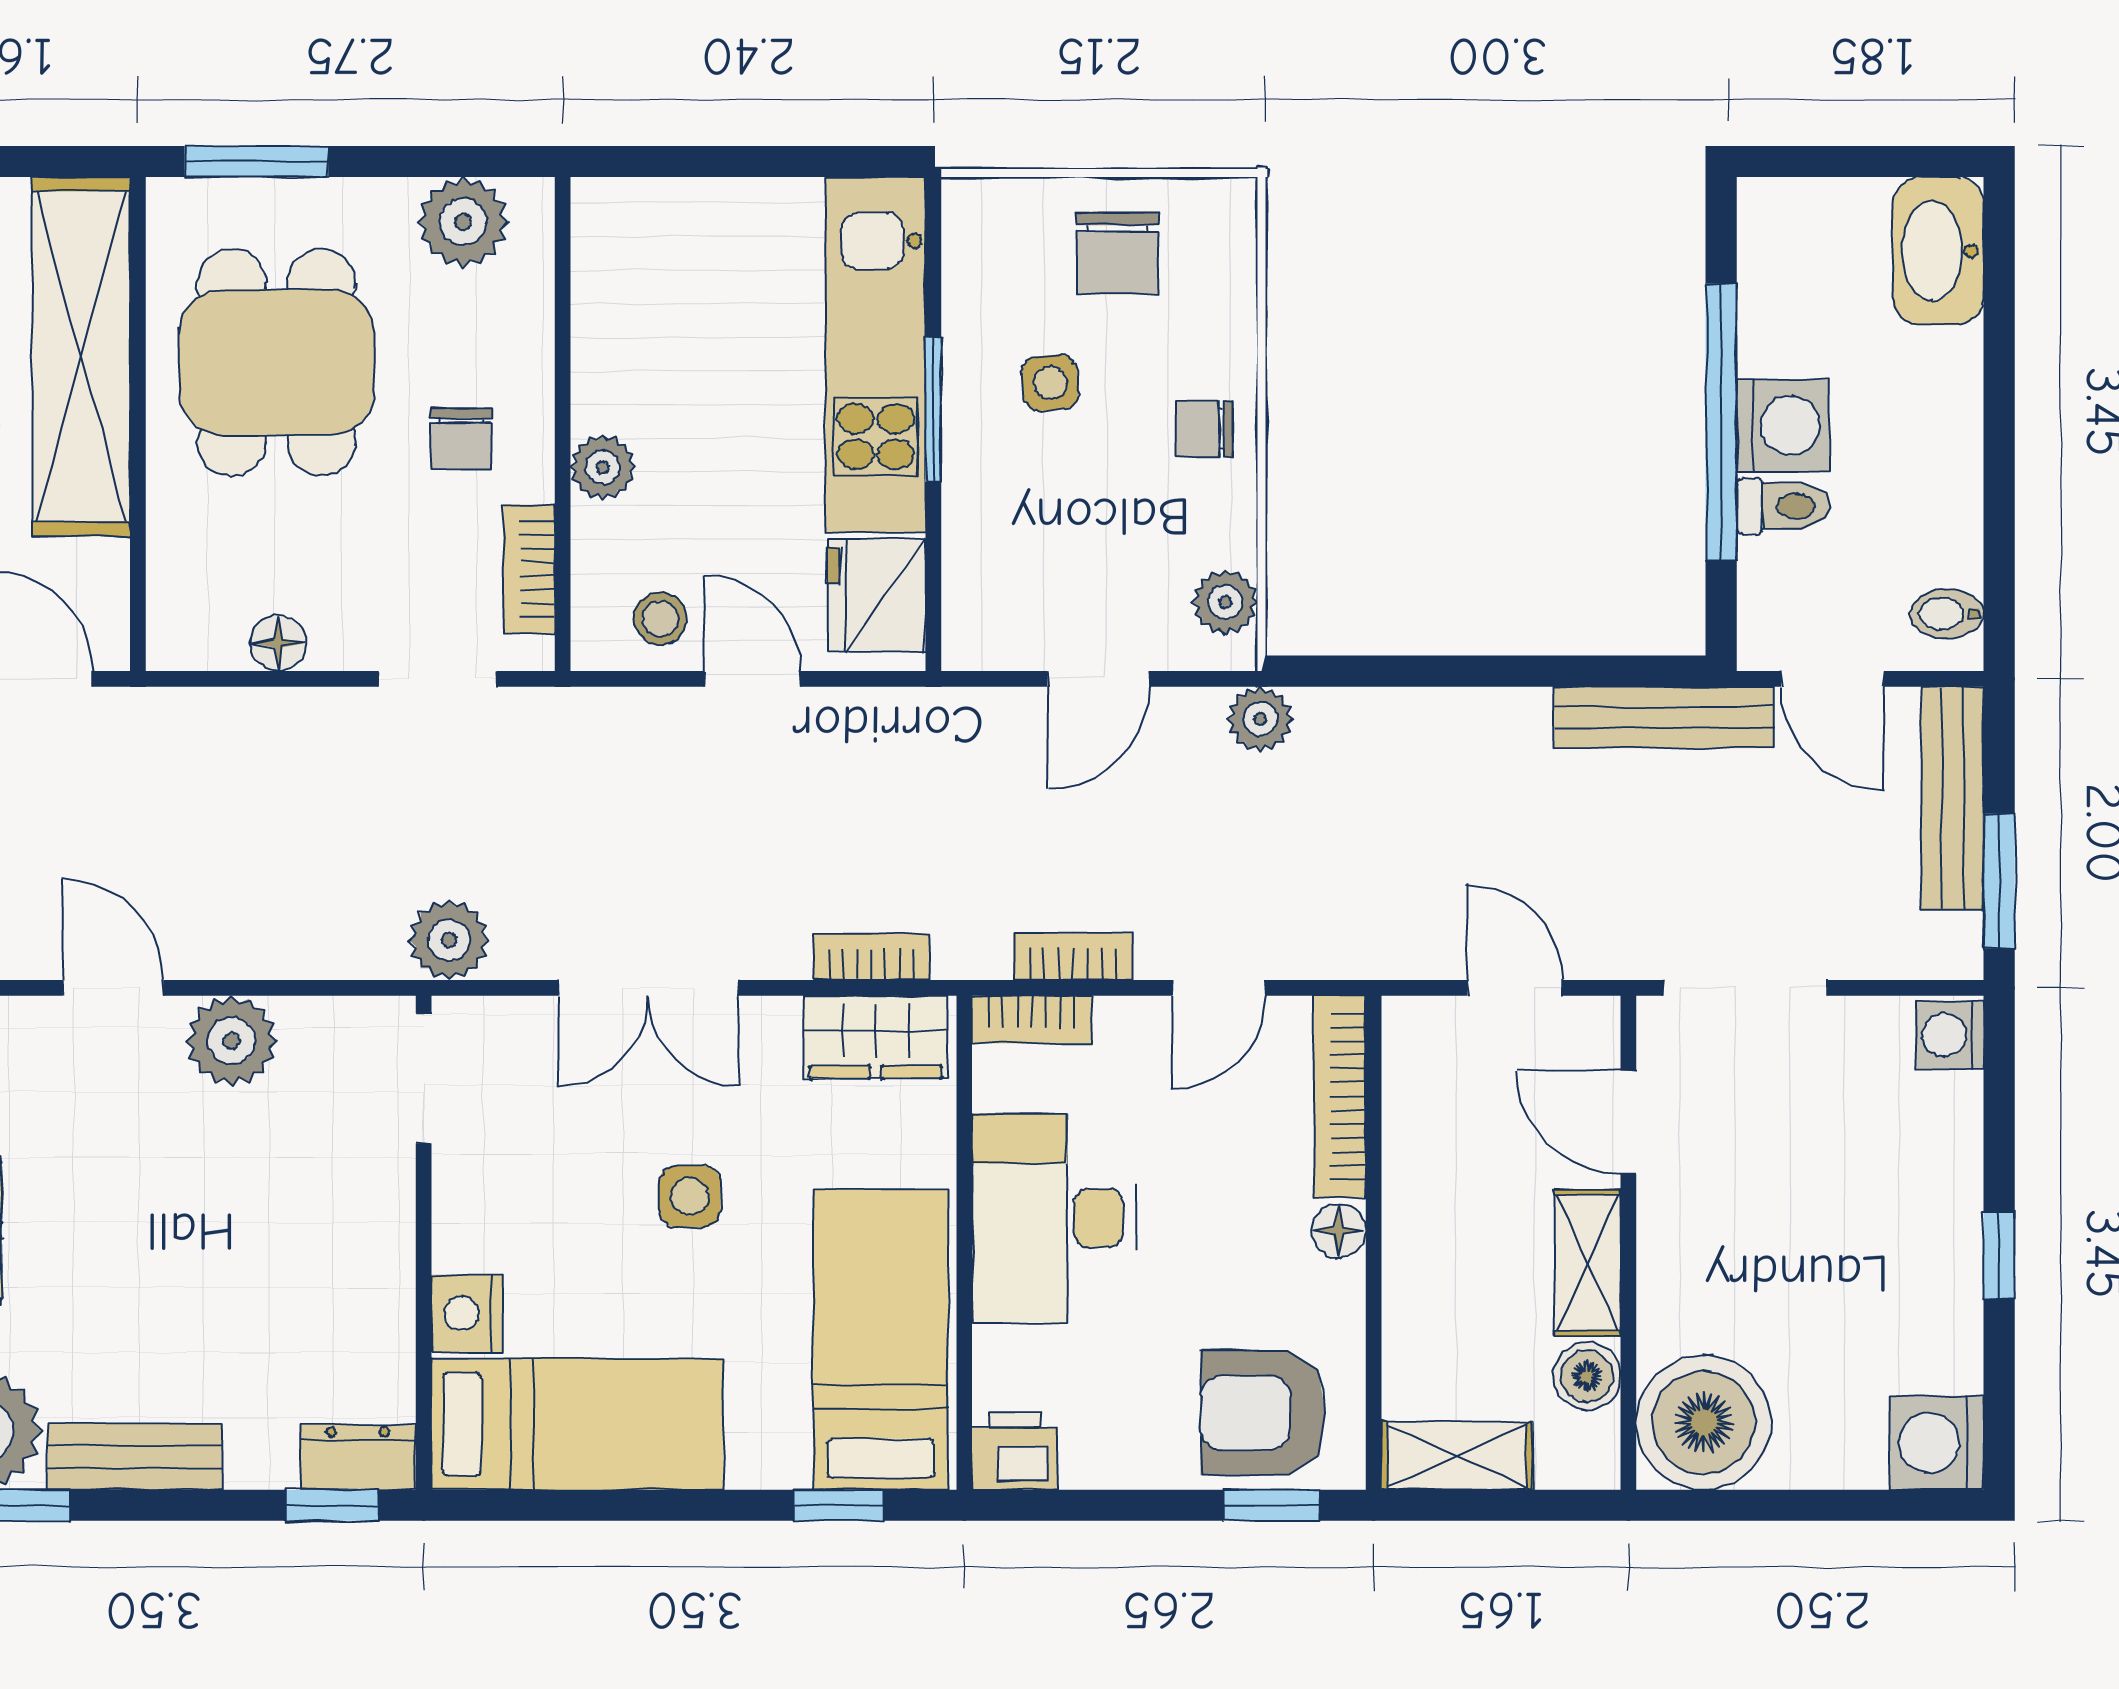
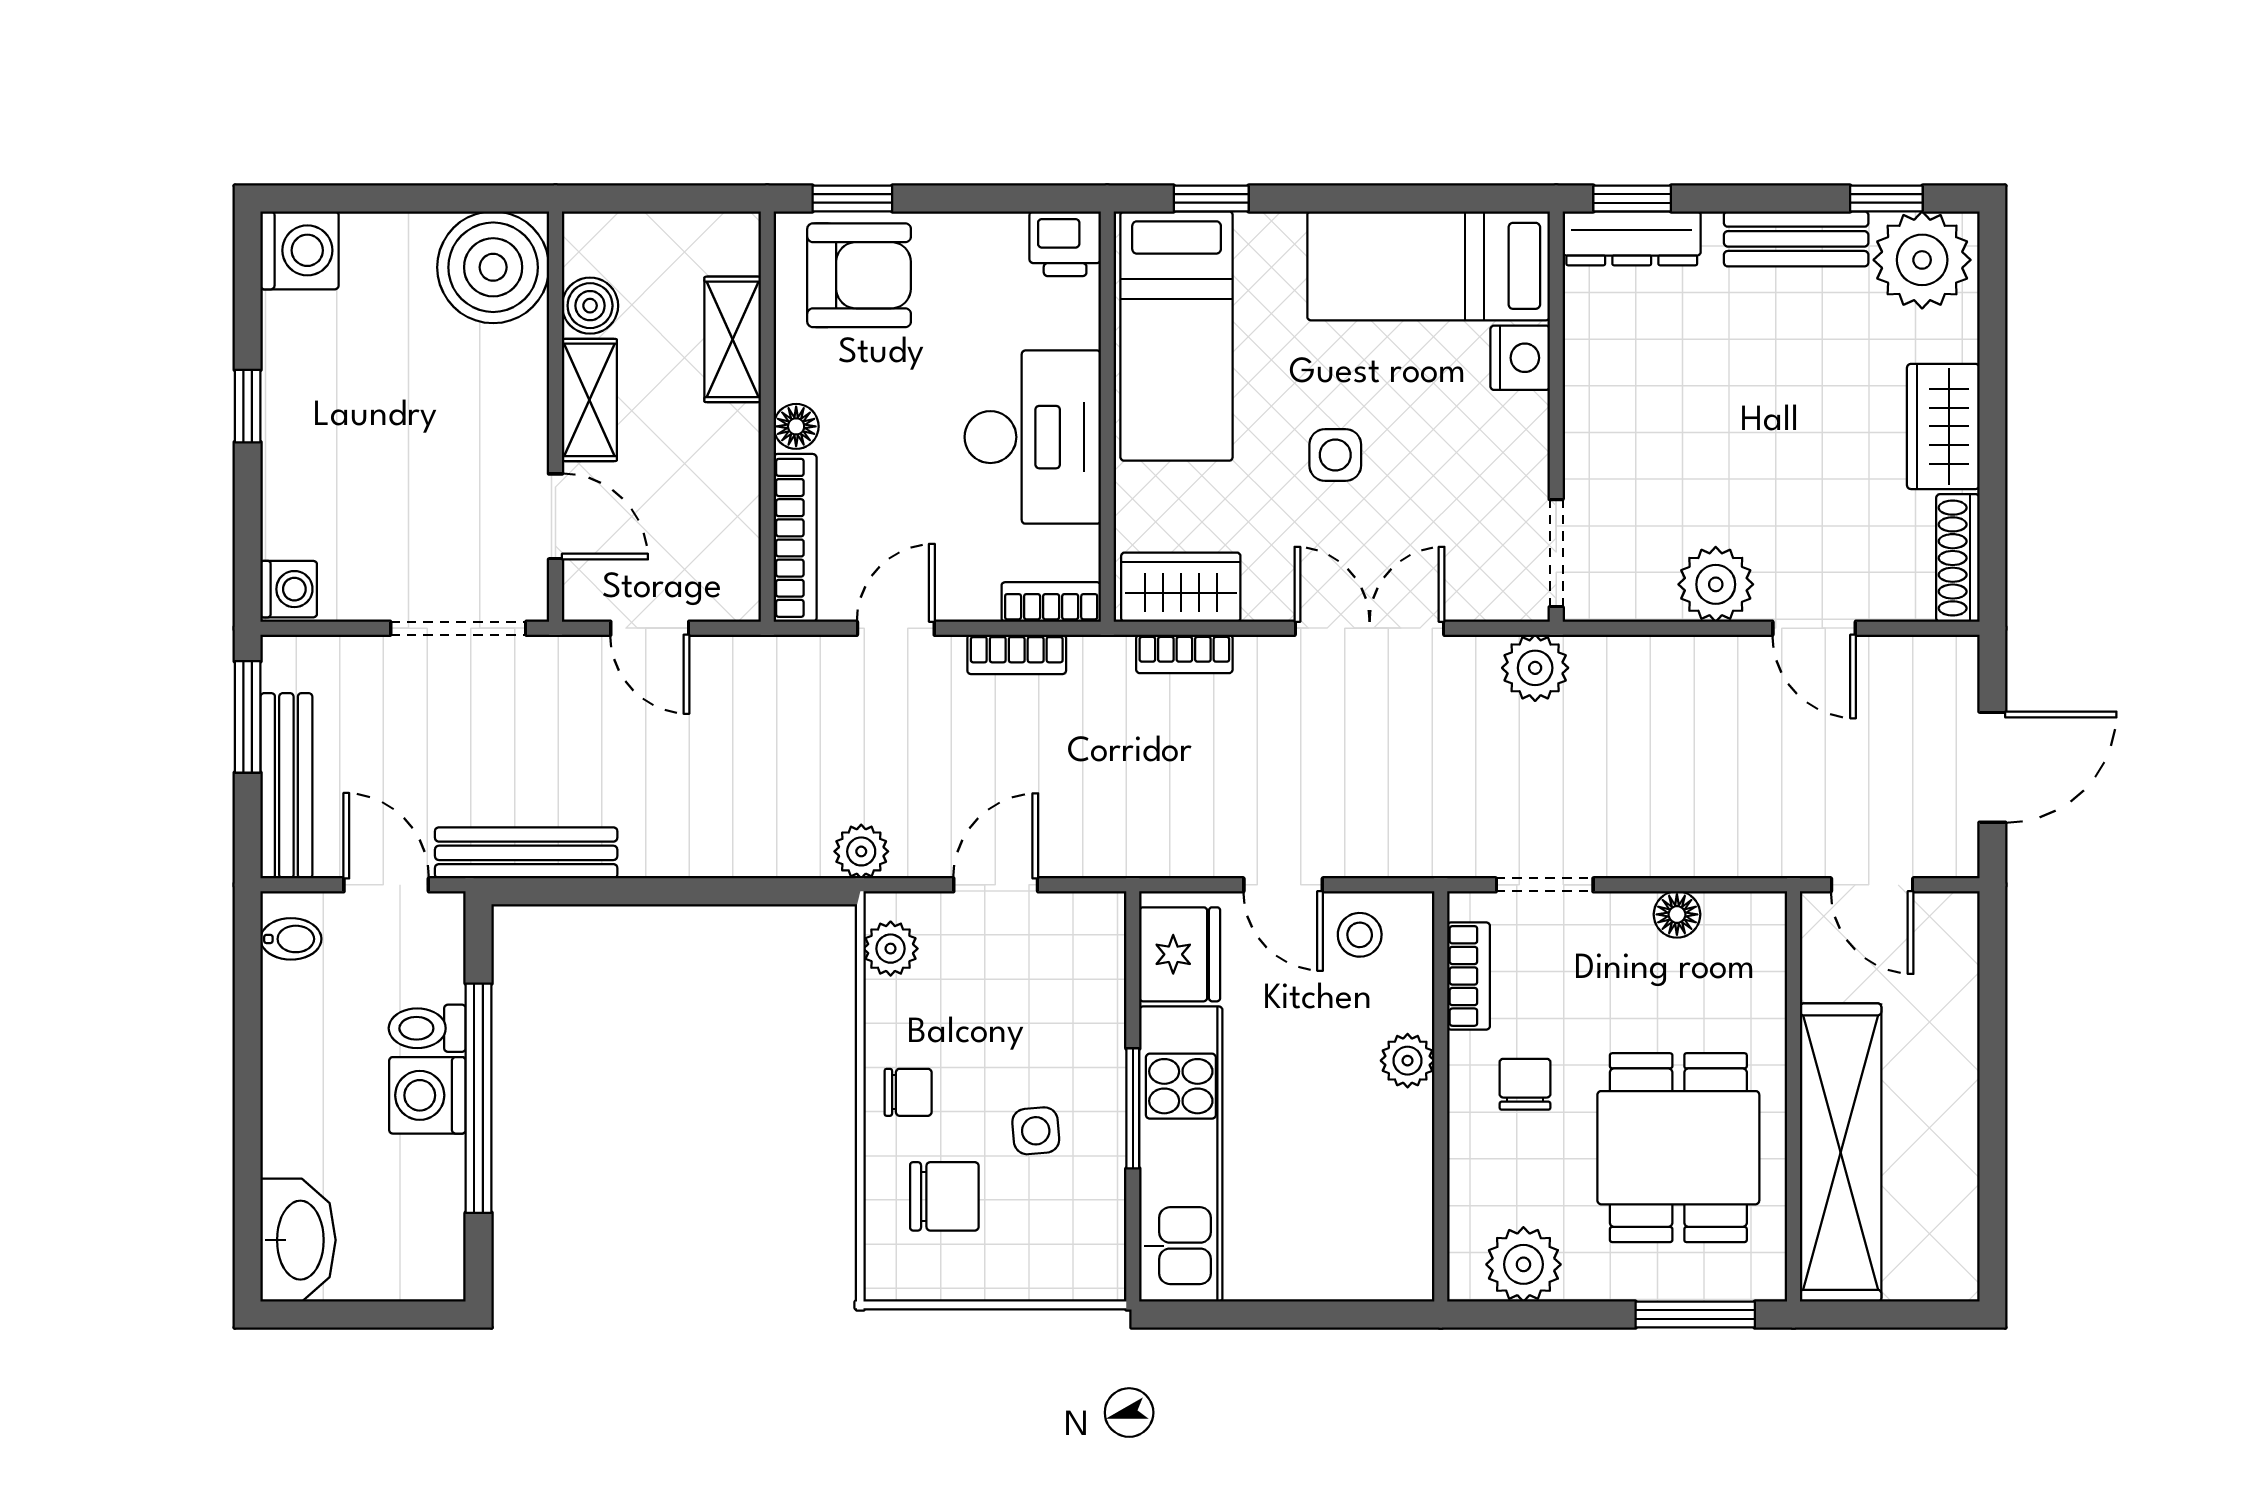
chair: (1117, 253) -> (944, 1196), moved, turned 90
shelving: (1457, 1456) -> (733, 339), moved, turned 90
dresser: (358, 1457) -> (1632, 238), width x1.44

